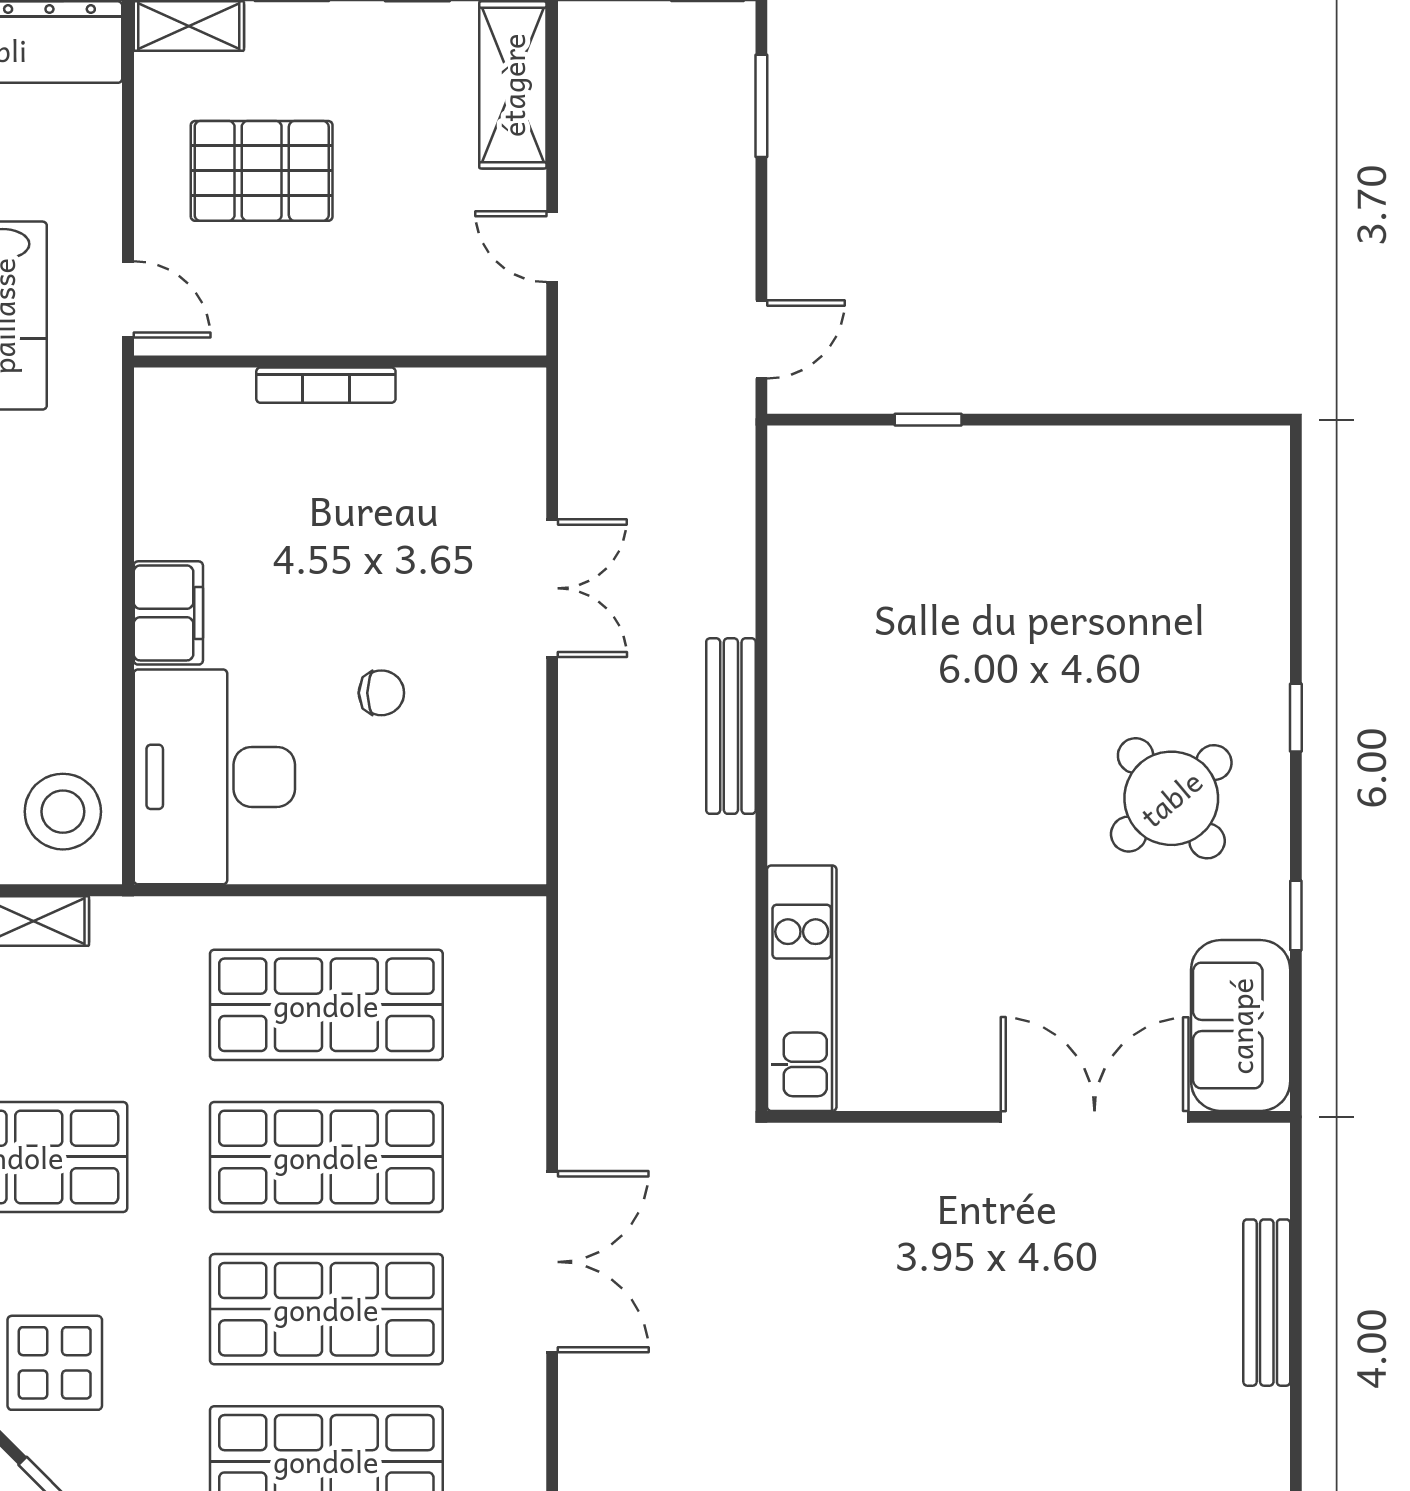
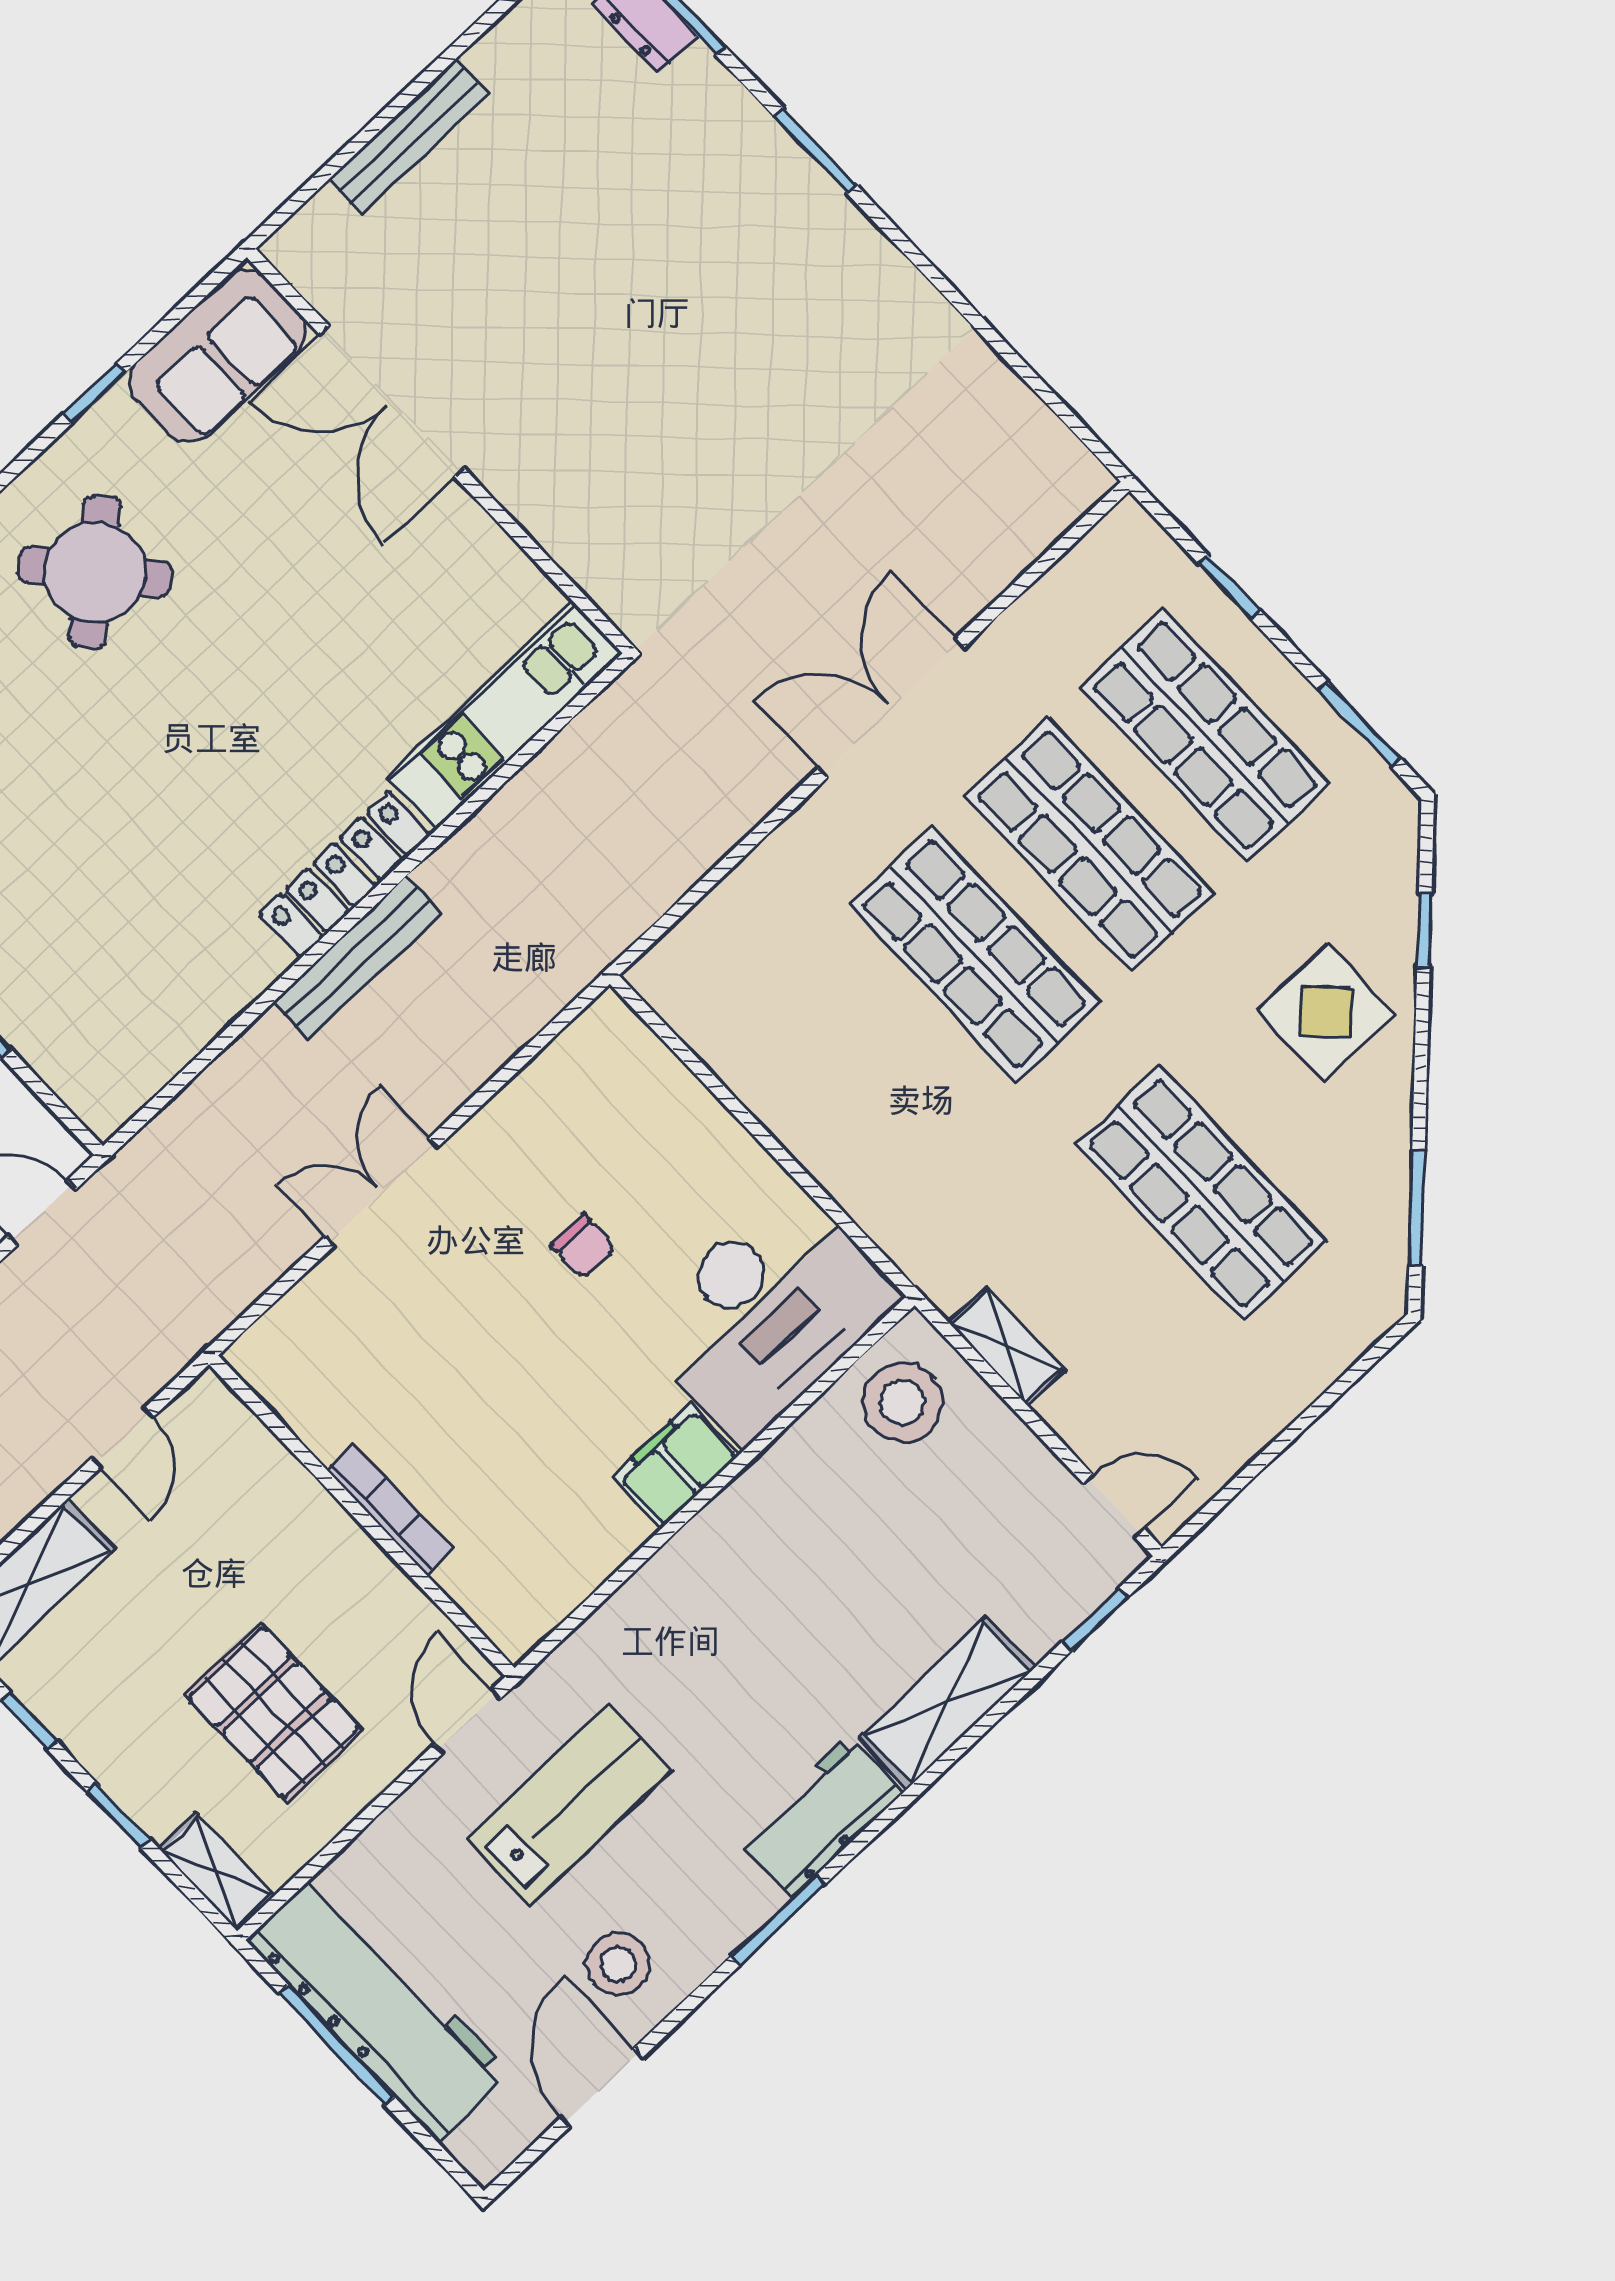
chair: (381, 693) -> (583, 1246), turned 180
locker: (796, 772) -> (345, 875), added
shop shelf: (326, 1005) -> (859, 1064), removed

